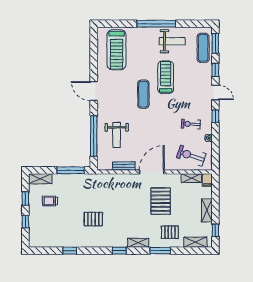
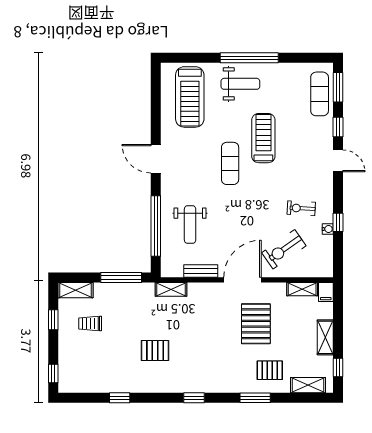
weight bench: (172, 41) -> (240, 84), moved
window: (215, 116) -> (338, 222), moved
exercise bike: (191, 156) -> (284, 249), moved, turned -54
window: (25, 222) -> (53, 373), moved
shelving: (138, 243) -> (171, 289), moved

